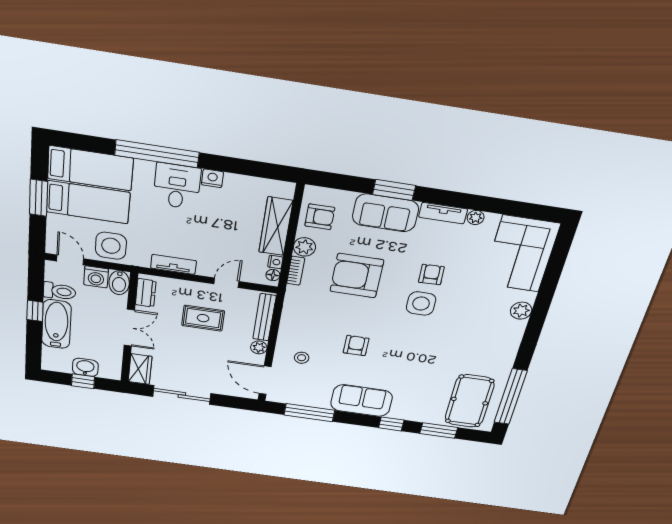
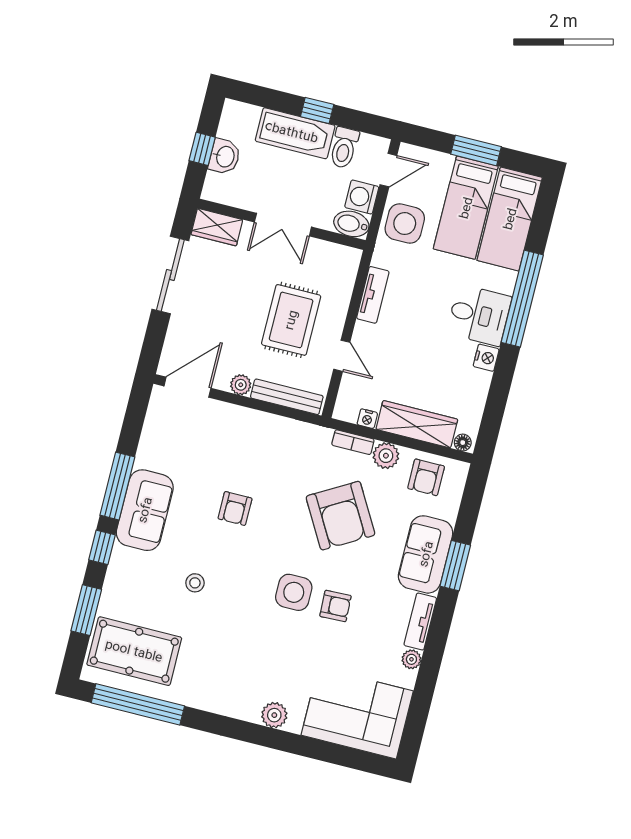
floor lamp: (273, 275) -> (463, 443), moved
armchair: (357, 276) -> (340, 516), turned 150
dresser: (146, 293) -> (334, 254), removed
rug: (203, 318) -> (291, 320), width x1.36, depth x1.43
armchair: (356, 346) -> (235, 508), turned 90
stool: (302, 358) -> (195, 583), moved
window: (309, 413) -> (117, 486), moved

